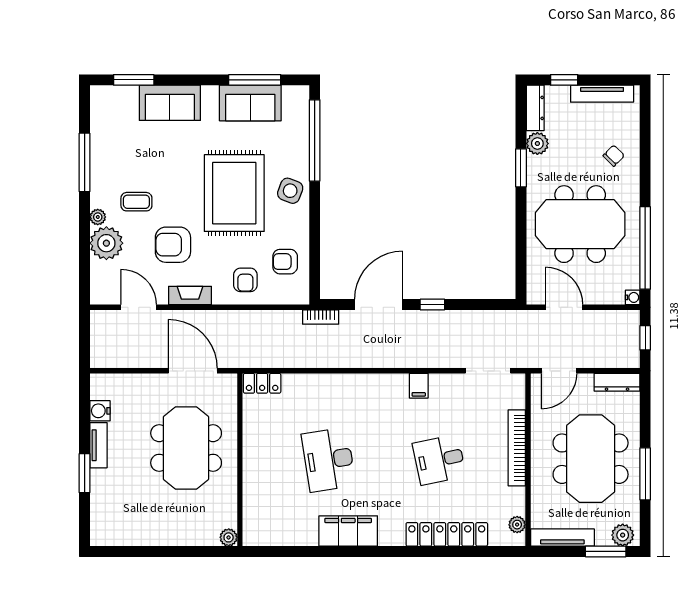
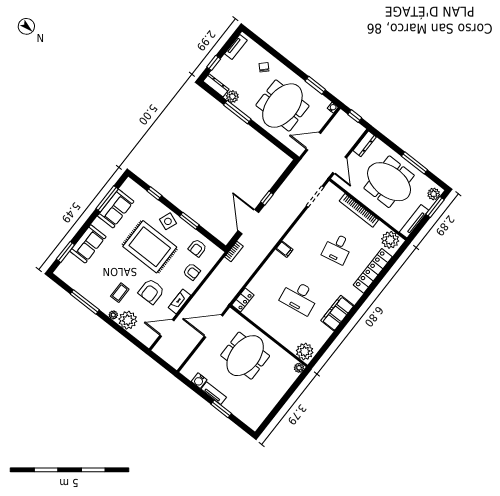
tv unit: (602, 94) -> (236, 47), width x0.71
window: (315, 140) -> (154, 193), width x0.32
window: (521, 168) -> (237, 112), width x1.44
window: (315, 220) -> (189, 221), added
window: (645, 248) -> (315, 85), width x0.47
filing cabinet: (419, 386) -> (284, 249), moved
meeting table: (186, 448) -> (245, 356), turned 90
plant: (517, 525) -> (390, 240), width x1.88, depth x1.88
plant: (258, 527) -> (305, 351), added

